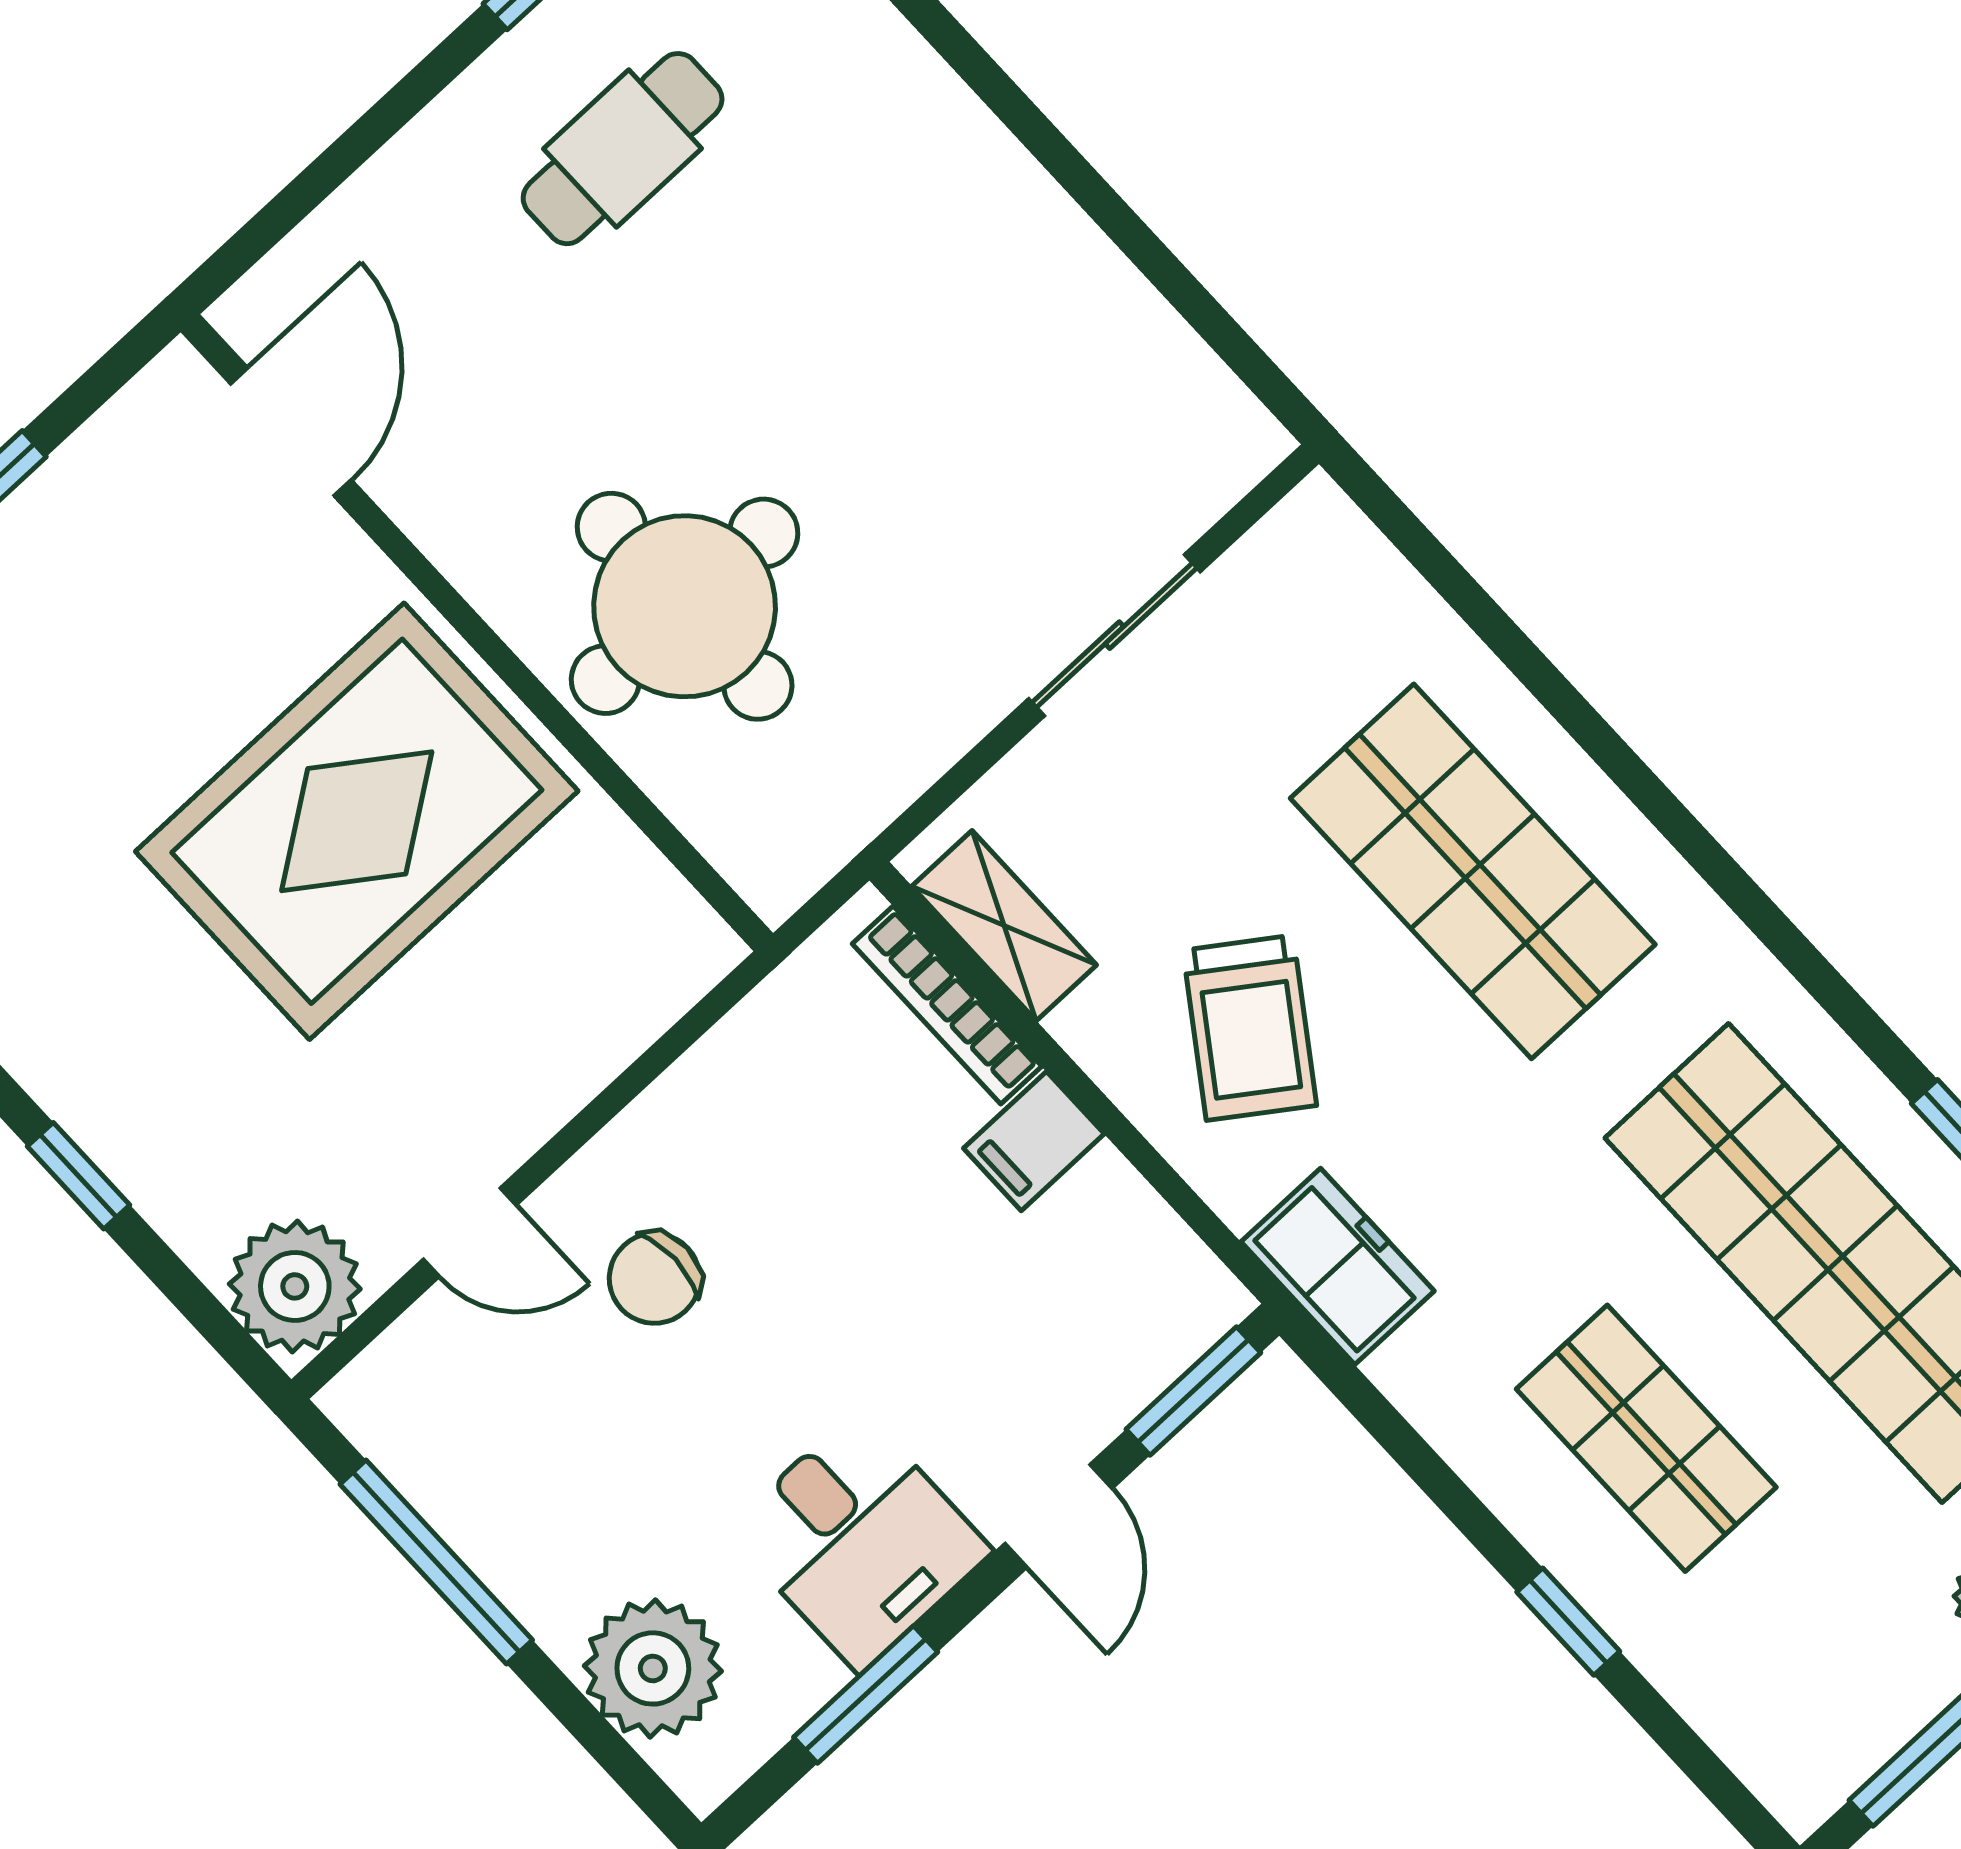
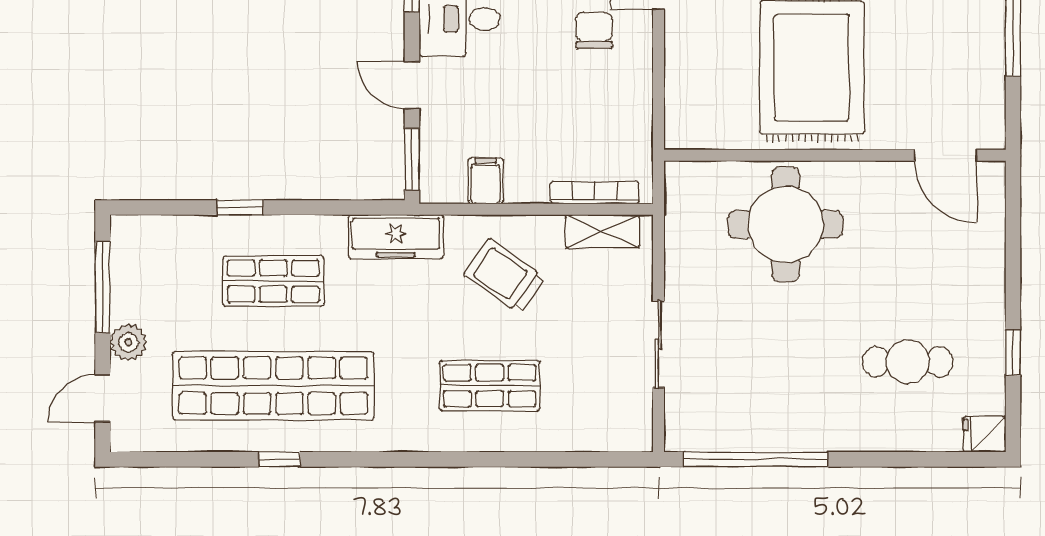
cafe table: (623, 149) -> (908, 362), moved, turned 90
window: (1160, 266) -> (756, 459), added
shop shelf: (1473, 871) -> (490, 386), width x0.70, depth x0.74
filing cabinet: (1034, 1141) -> (486, 181), moved
freezer: (1338, 1266) -> (396, 237), width x1.40

